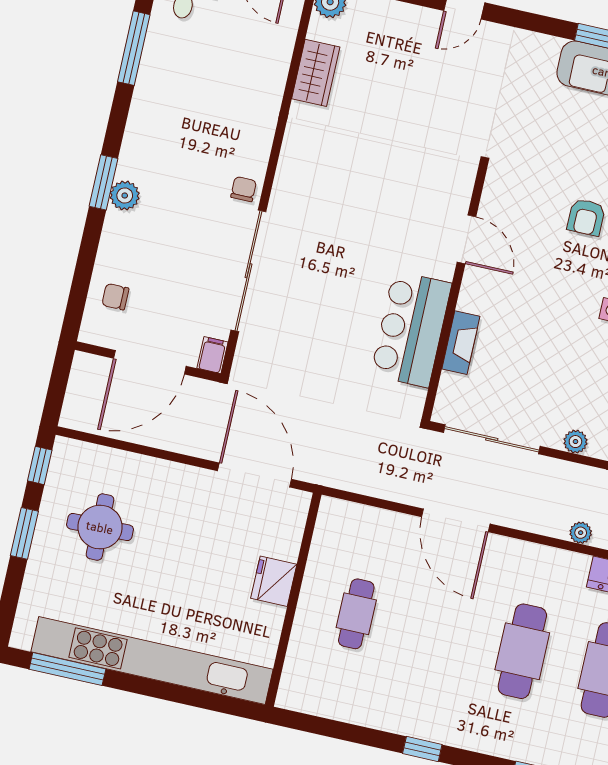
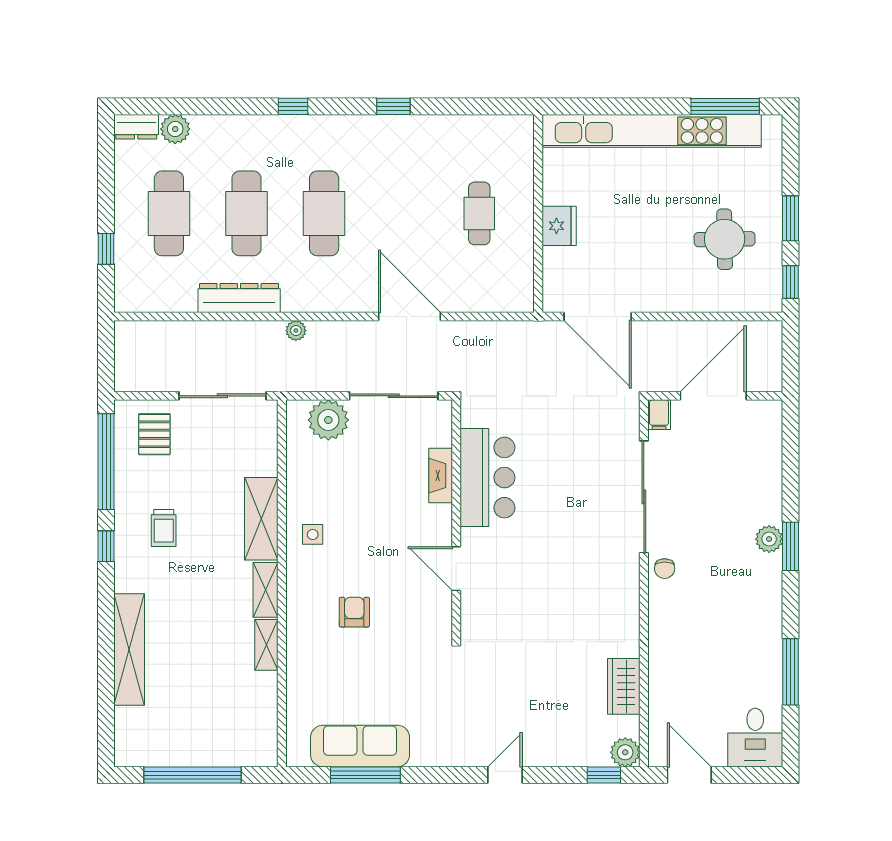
chair: (115, 297) -> (757, 447), removed
plant: (575, 442) -> (328, 420), width x1.88, depth x1.88

